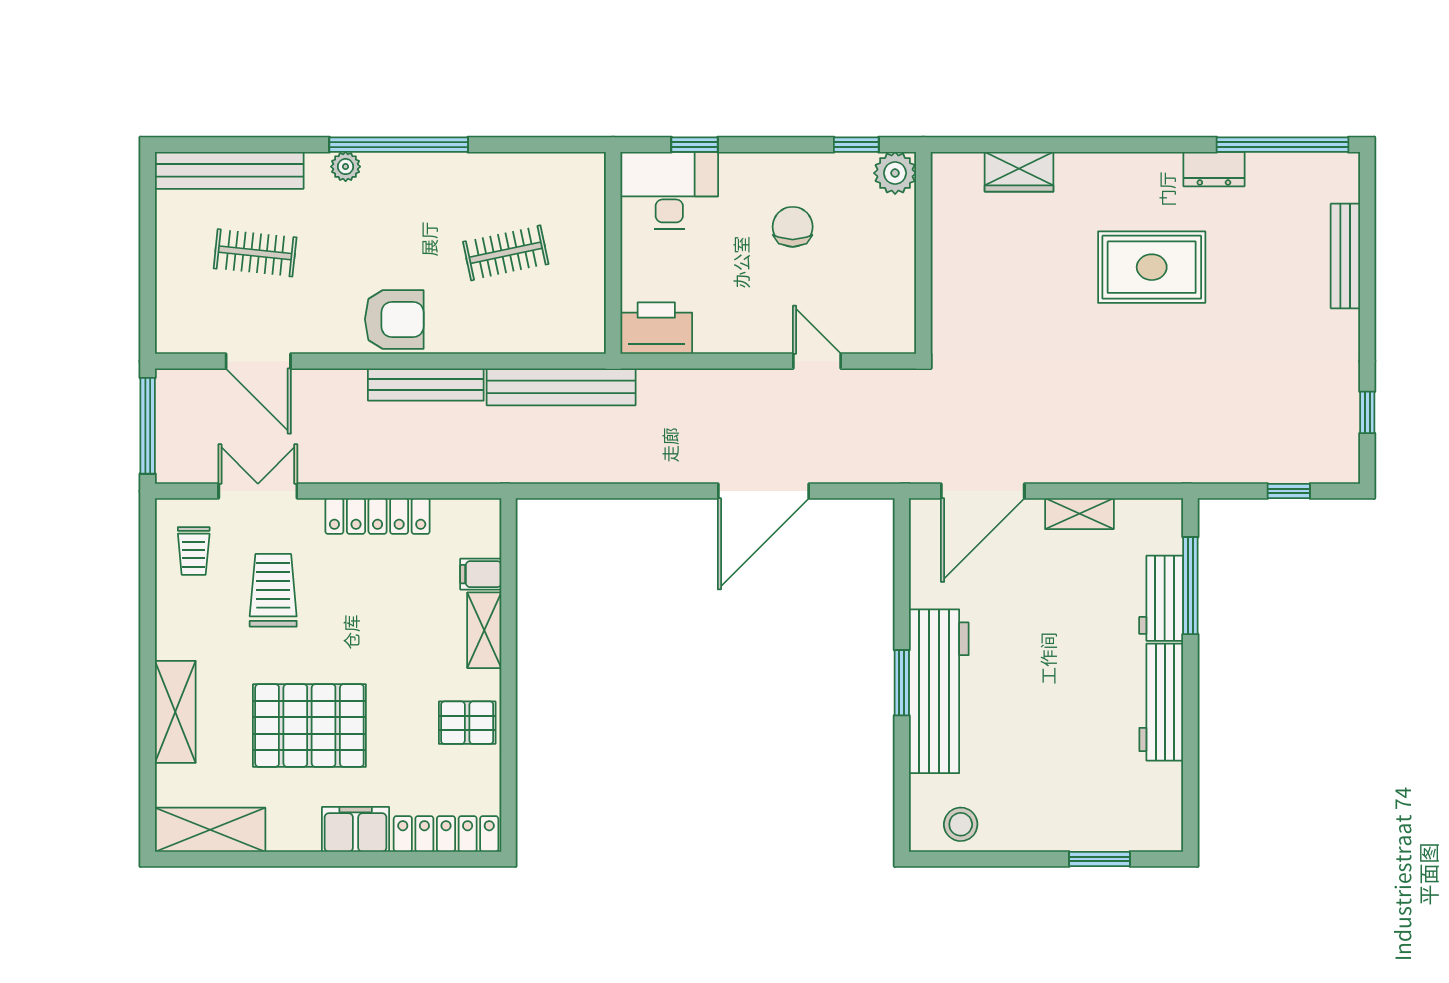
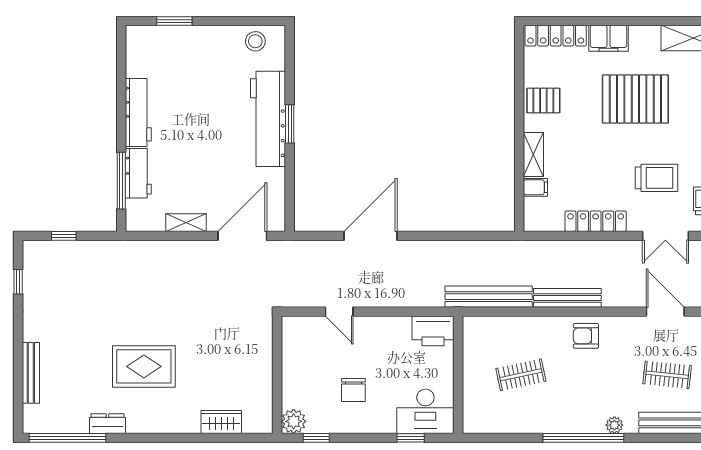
armchair: (394, 319) -> (586, 336), width x0.72, depth x0.72
trolley: (273, 590) -> (657, 178), turned -90

